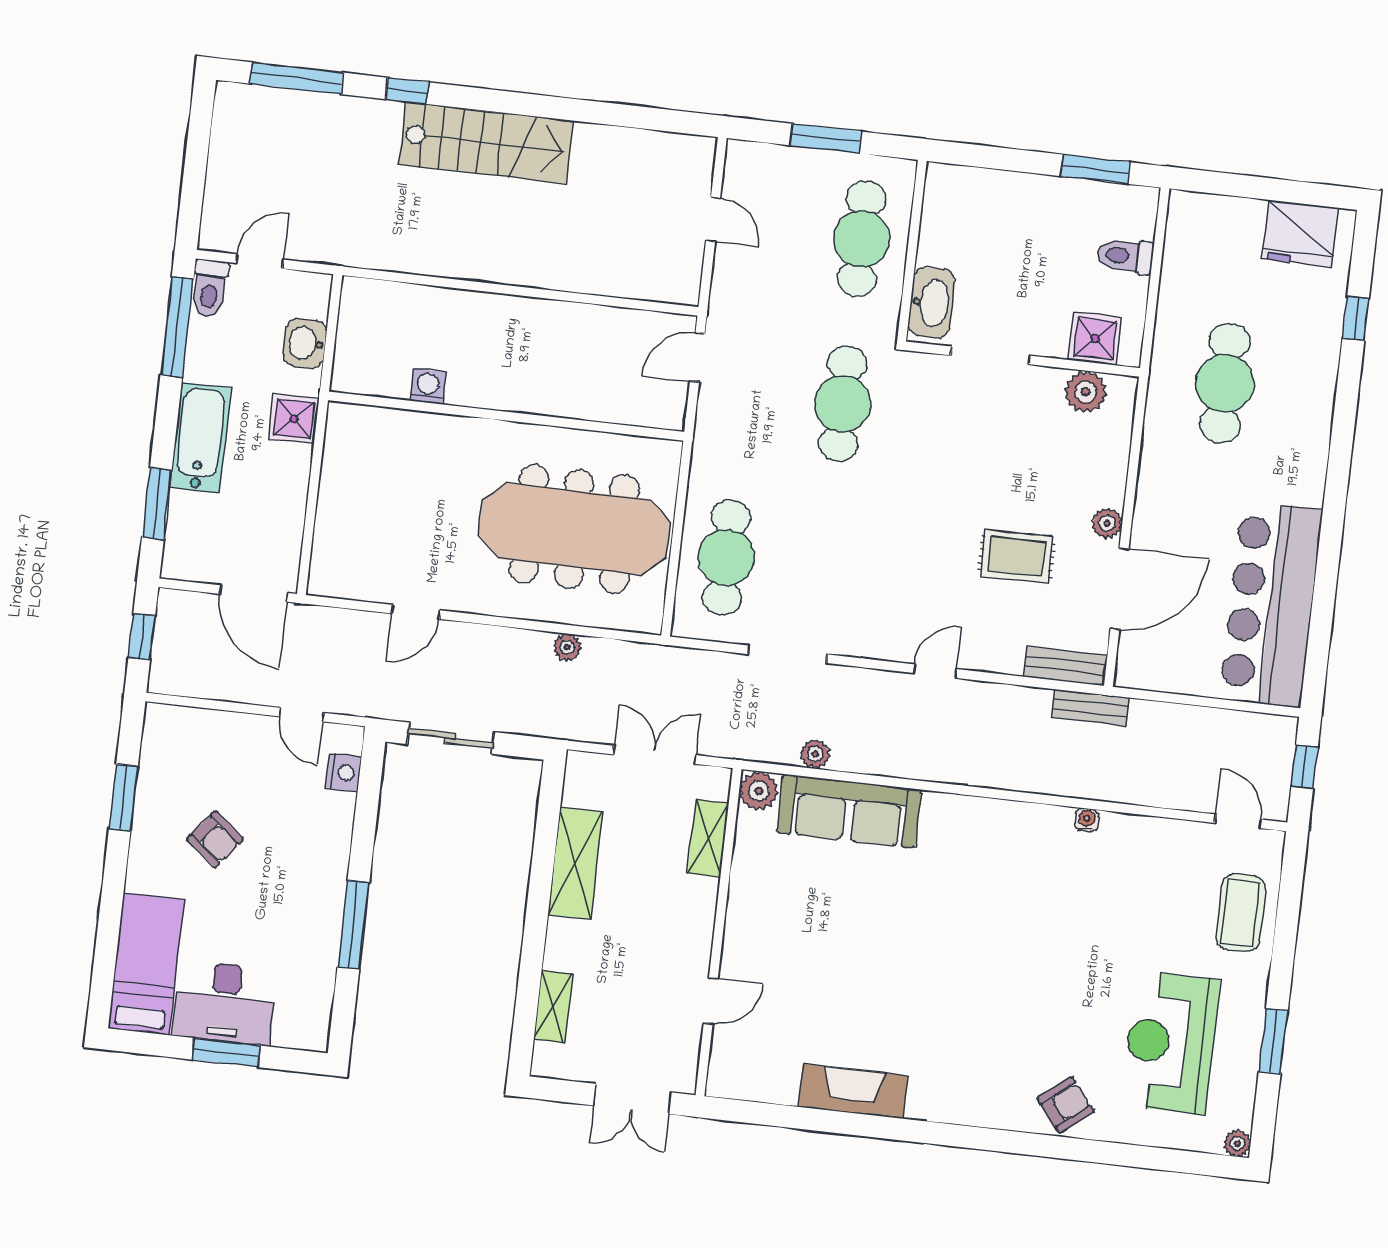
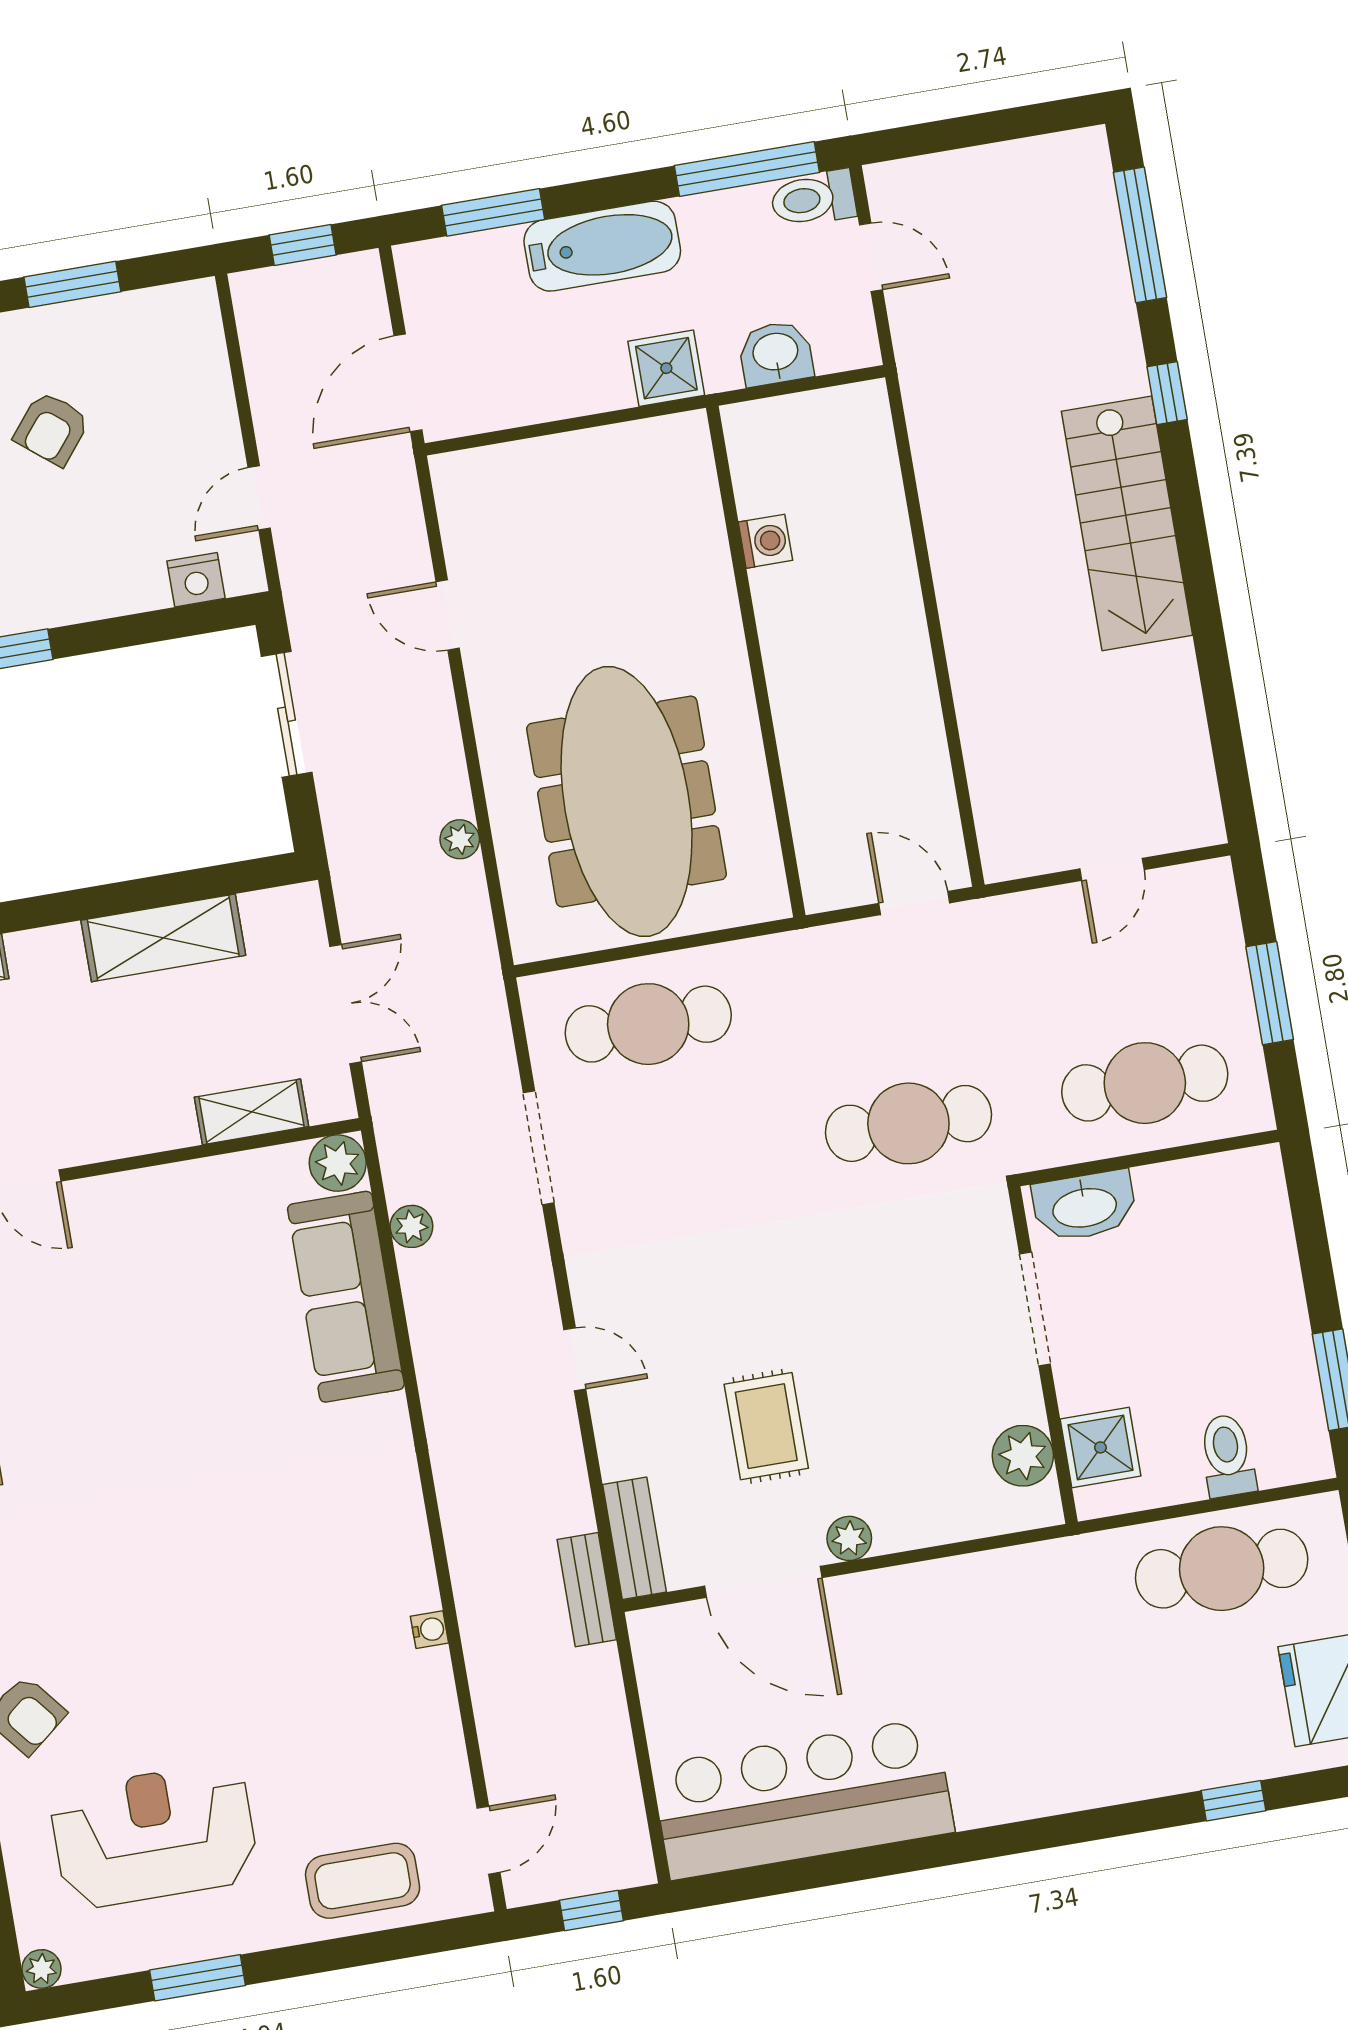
cafe table: (1225, 383) -> (1222, 1569), moved

